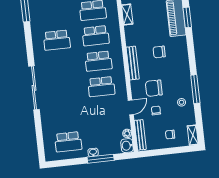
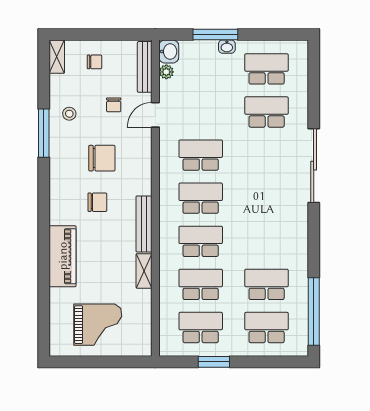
window: (187, 17) -> (44, 255), removed
school desk: (57, 40) -> (267, 284), moved
bench: (133, 63) -> (144, 224), moved
chair: (154, 88) -> (102, 158), moved
school desk: (65, 116) -> (267, 112), added

